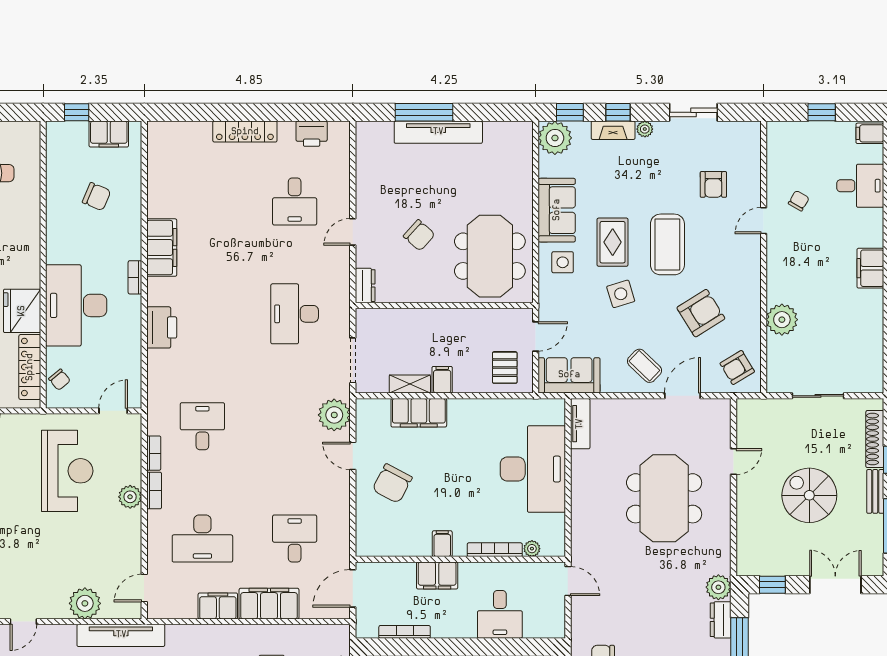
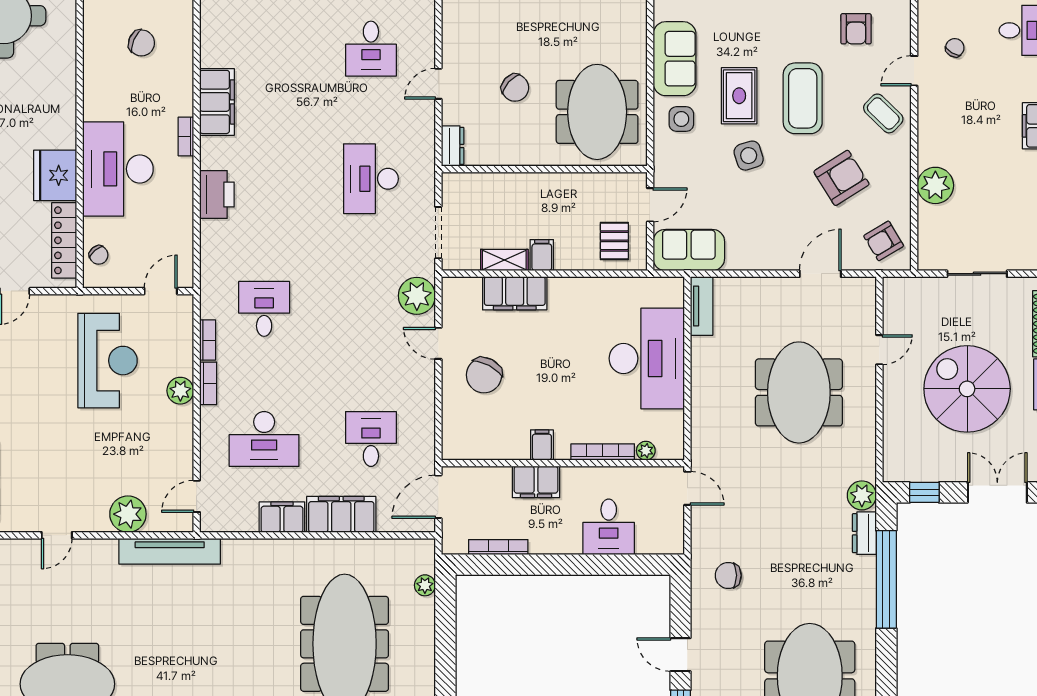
coffee table: (644, 366) -> (883, 113), moved
spiral stairs: (809, 495) -> (967, 389), width x1.37, depth x1.37

